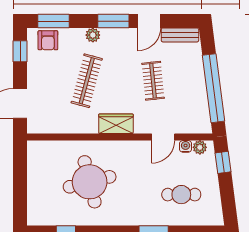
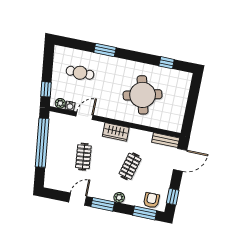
bench: (180, 35) -> (166, 140), moved
clothes rail: (87, 81) -> (130, 166), width x0.73

